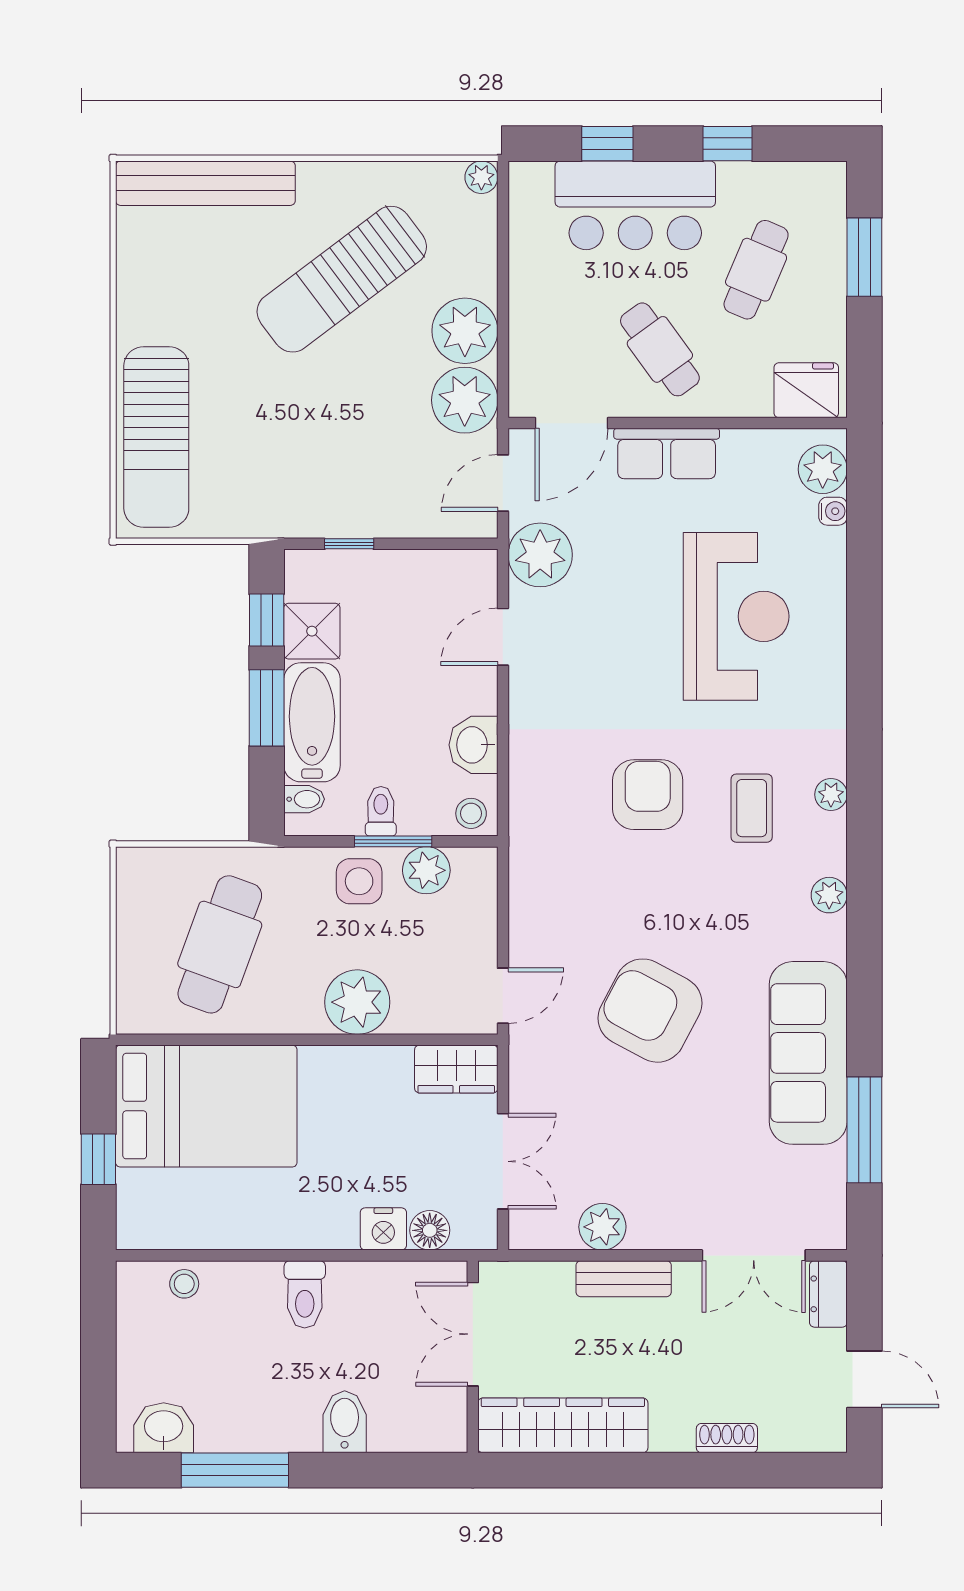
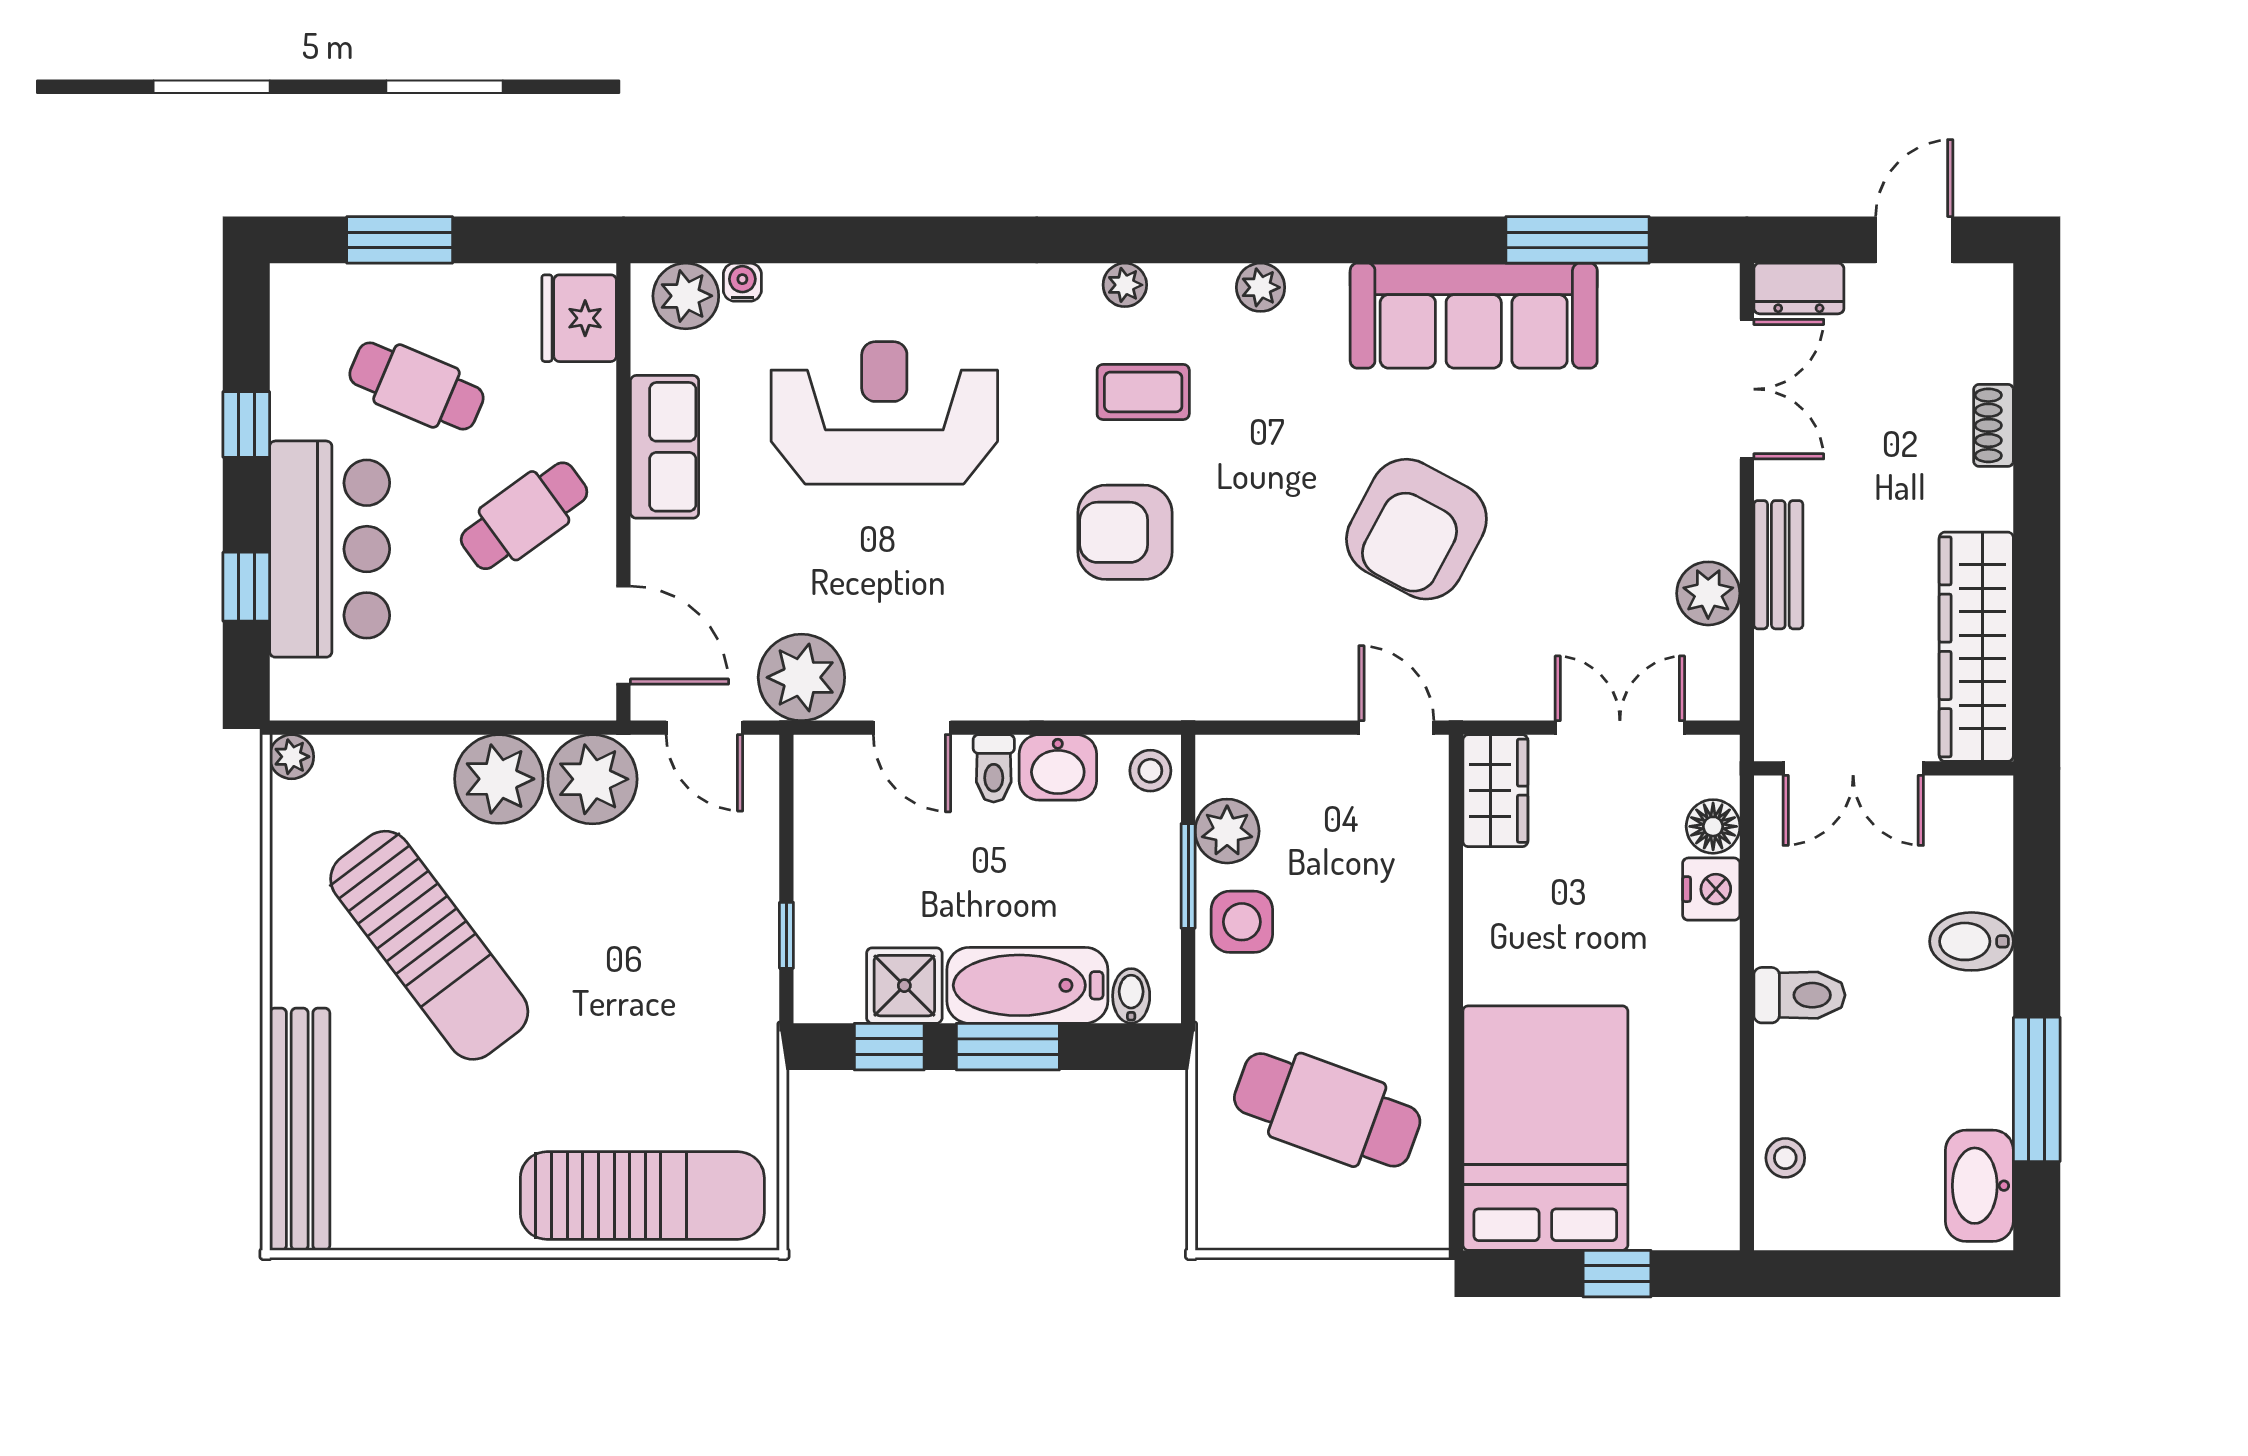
row of seats: (667, 454) -> (665, 447), moved
toilet: (381, 811) -> (994, 768), moved, turned -90
plant: (357, 1002) -> (1405, 924), removed
washbasin: (164, 1428) -> (1979, 1186), width x1.38

